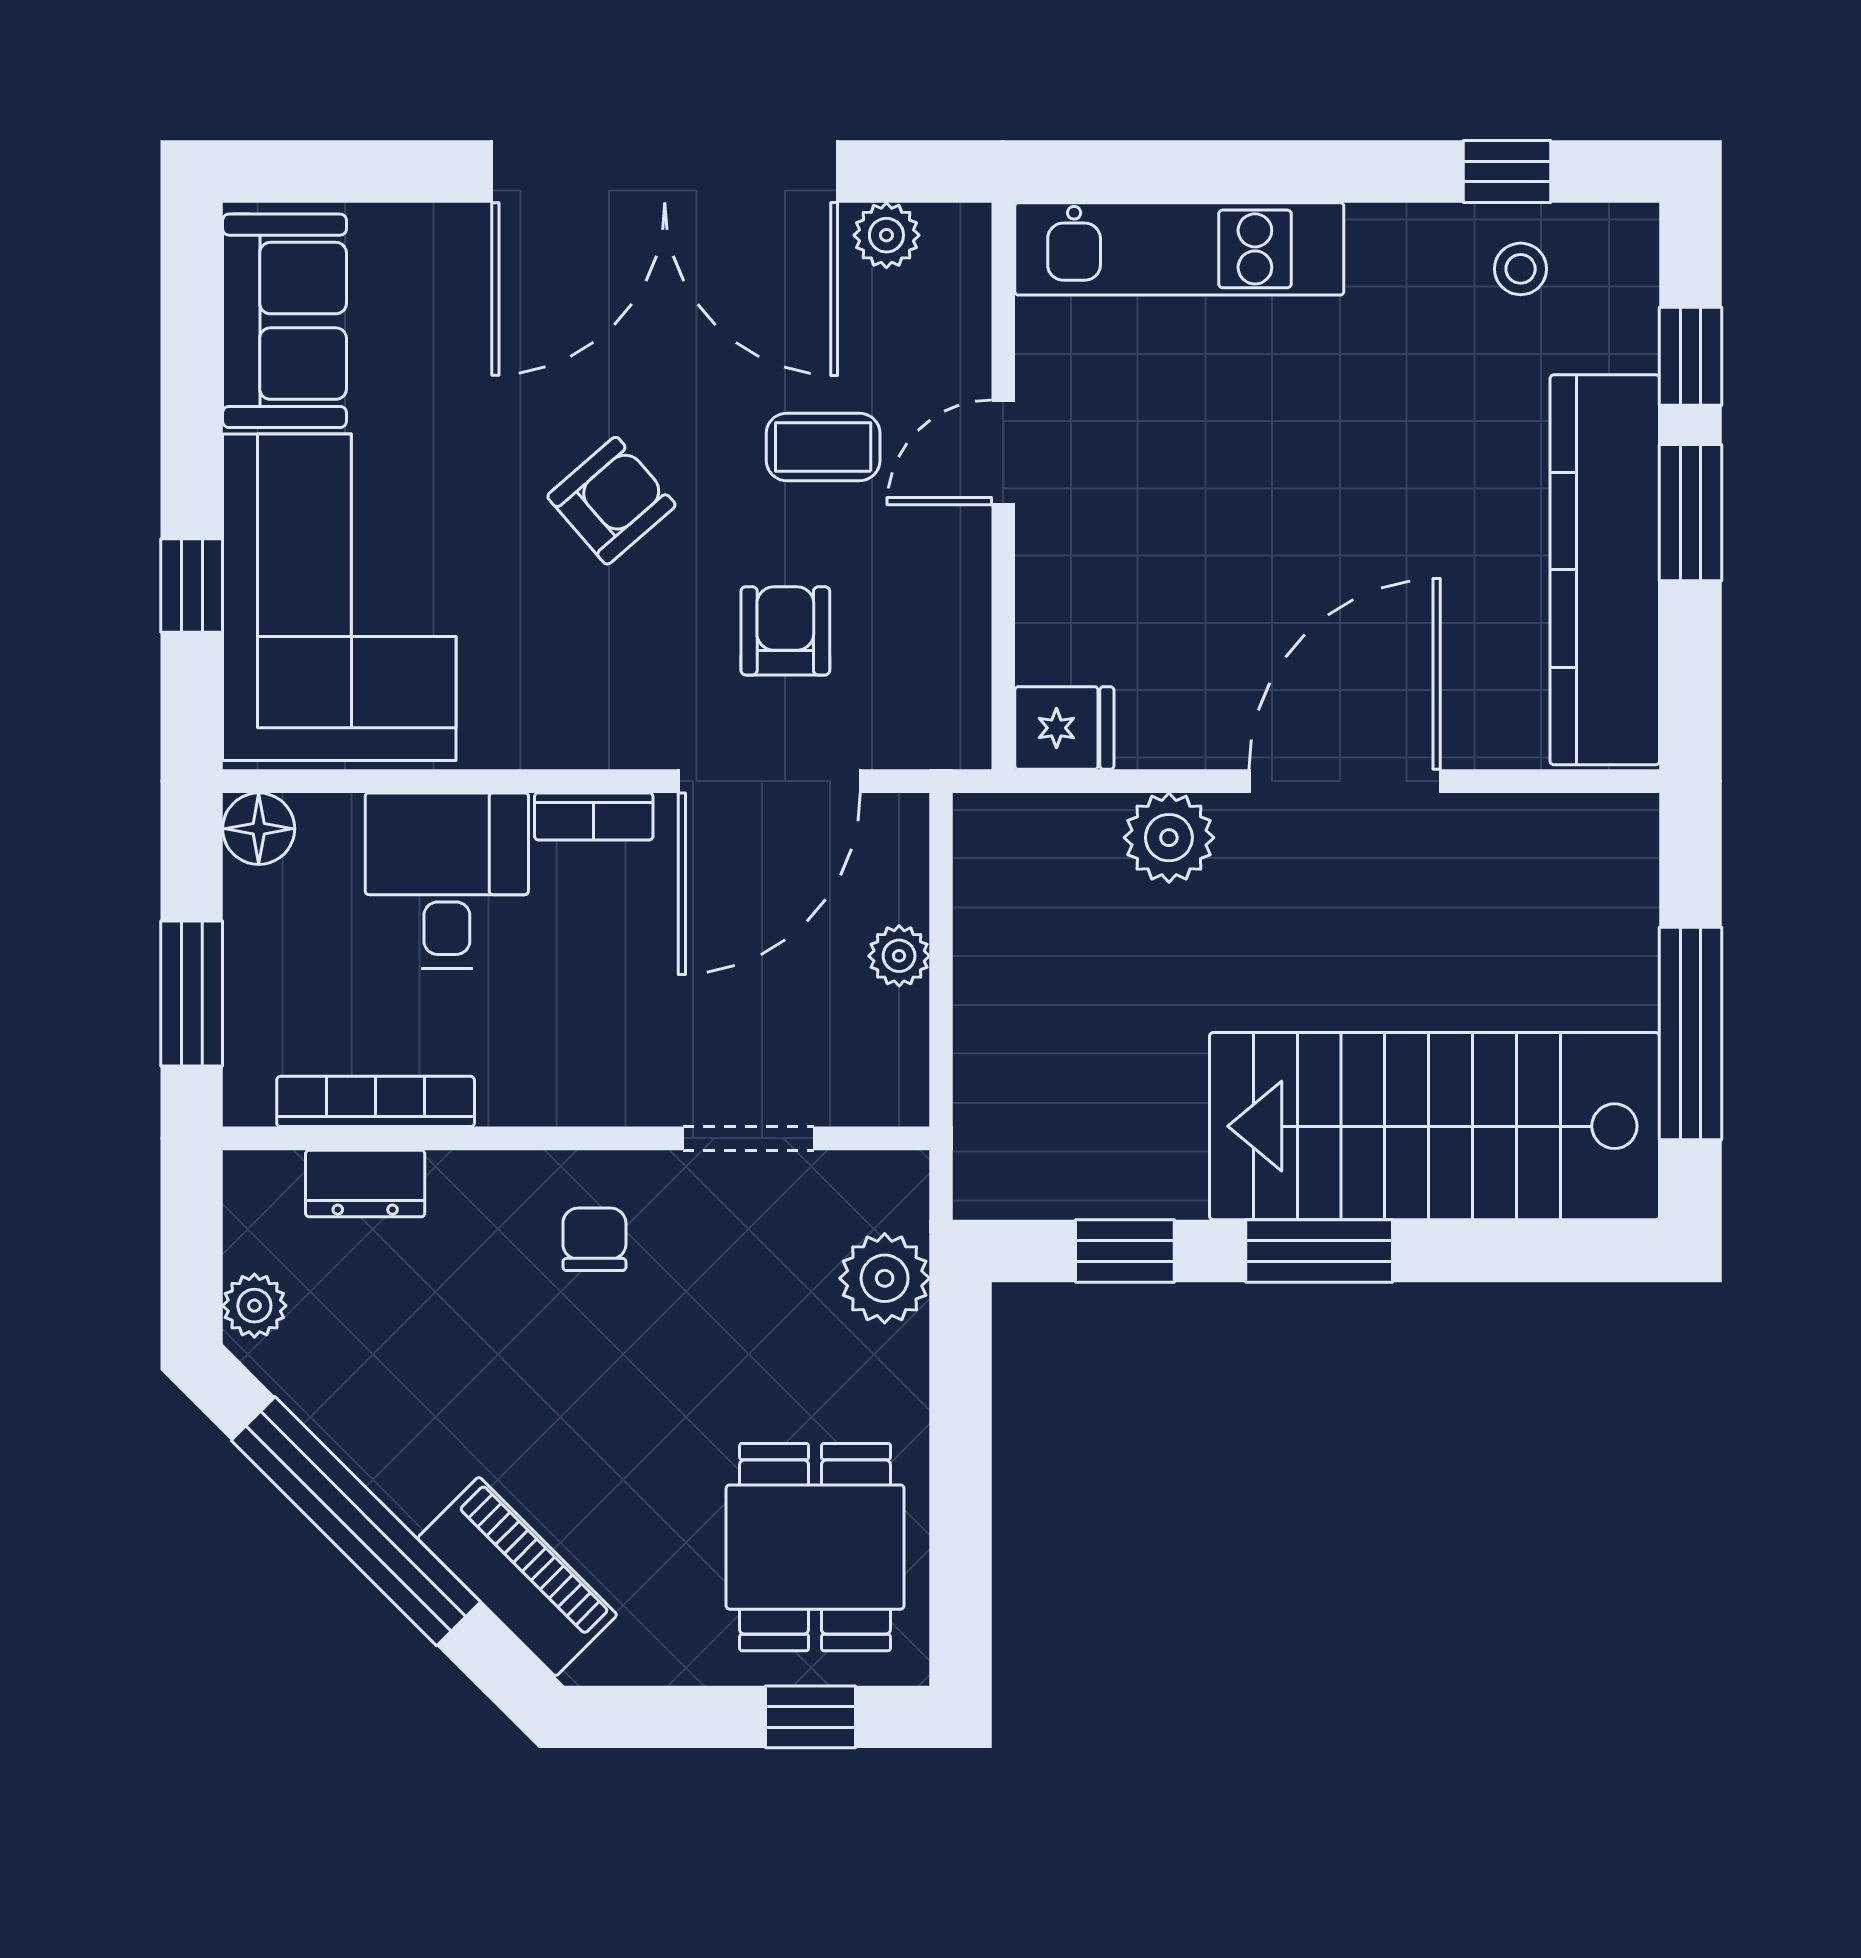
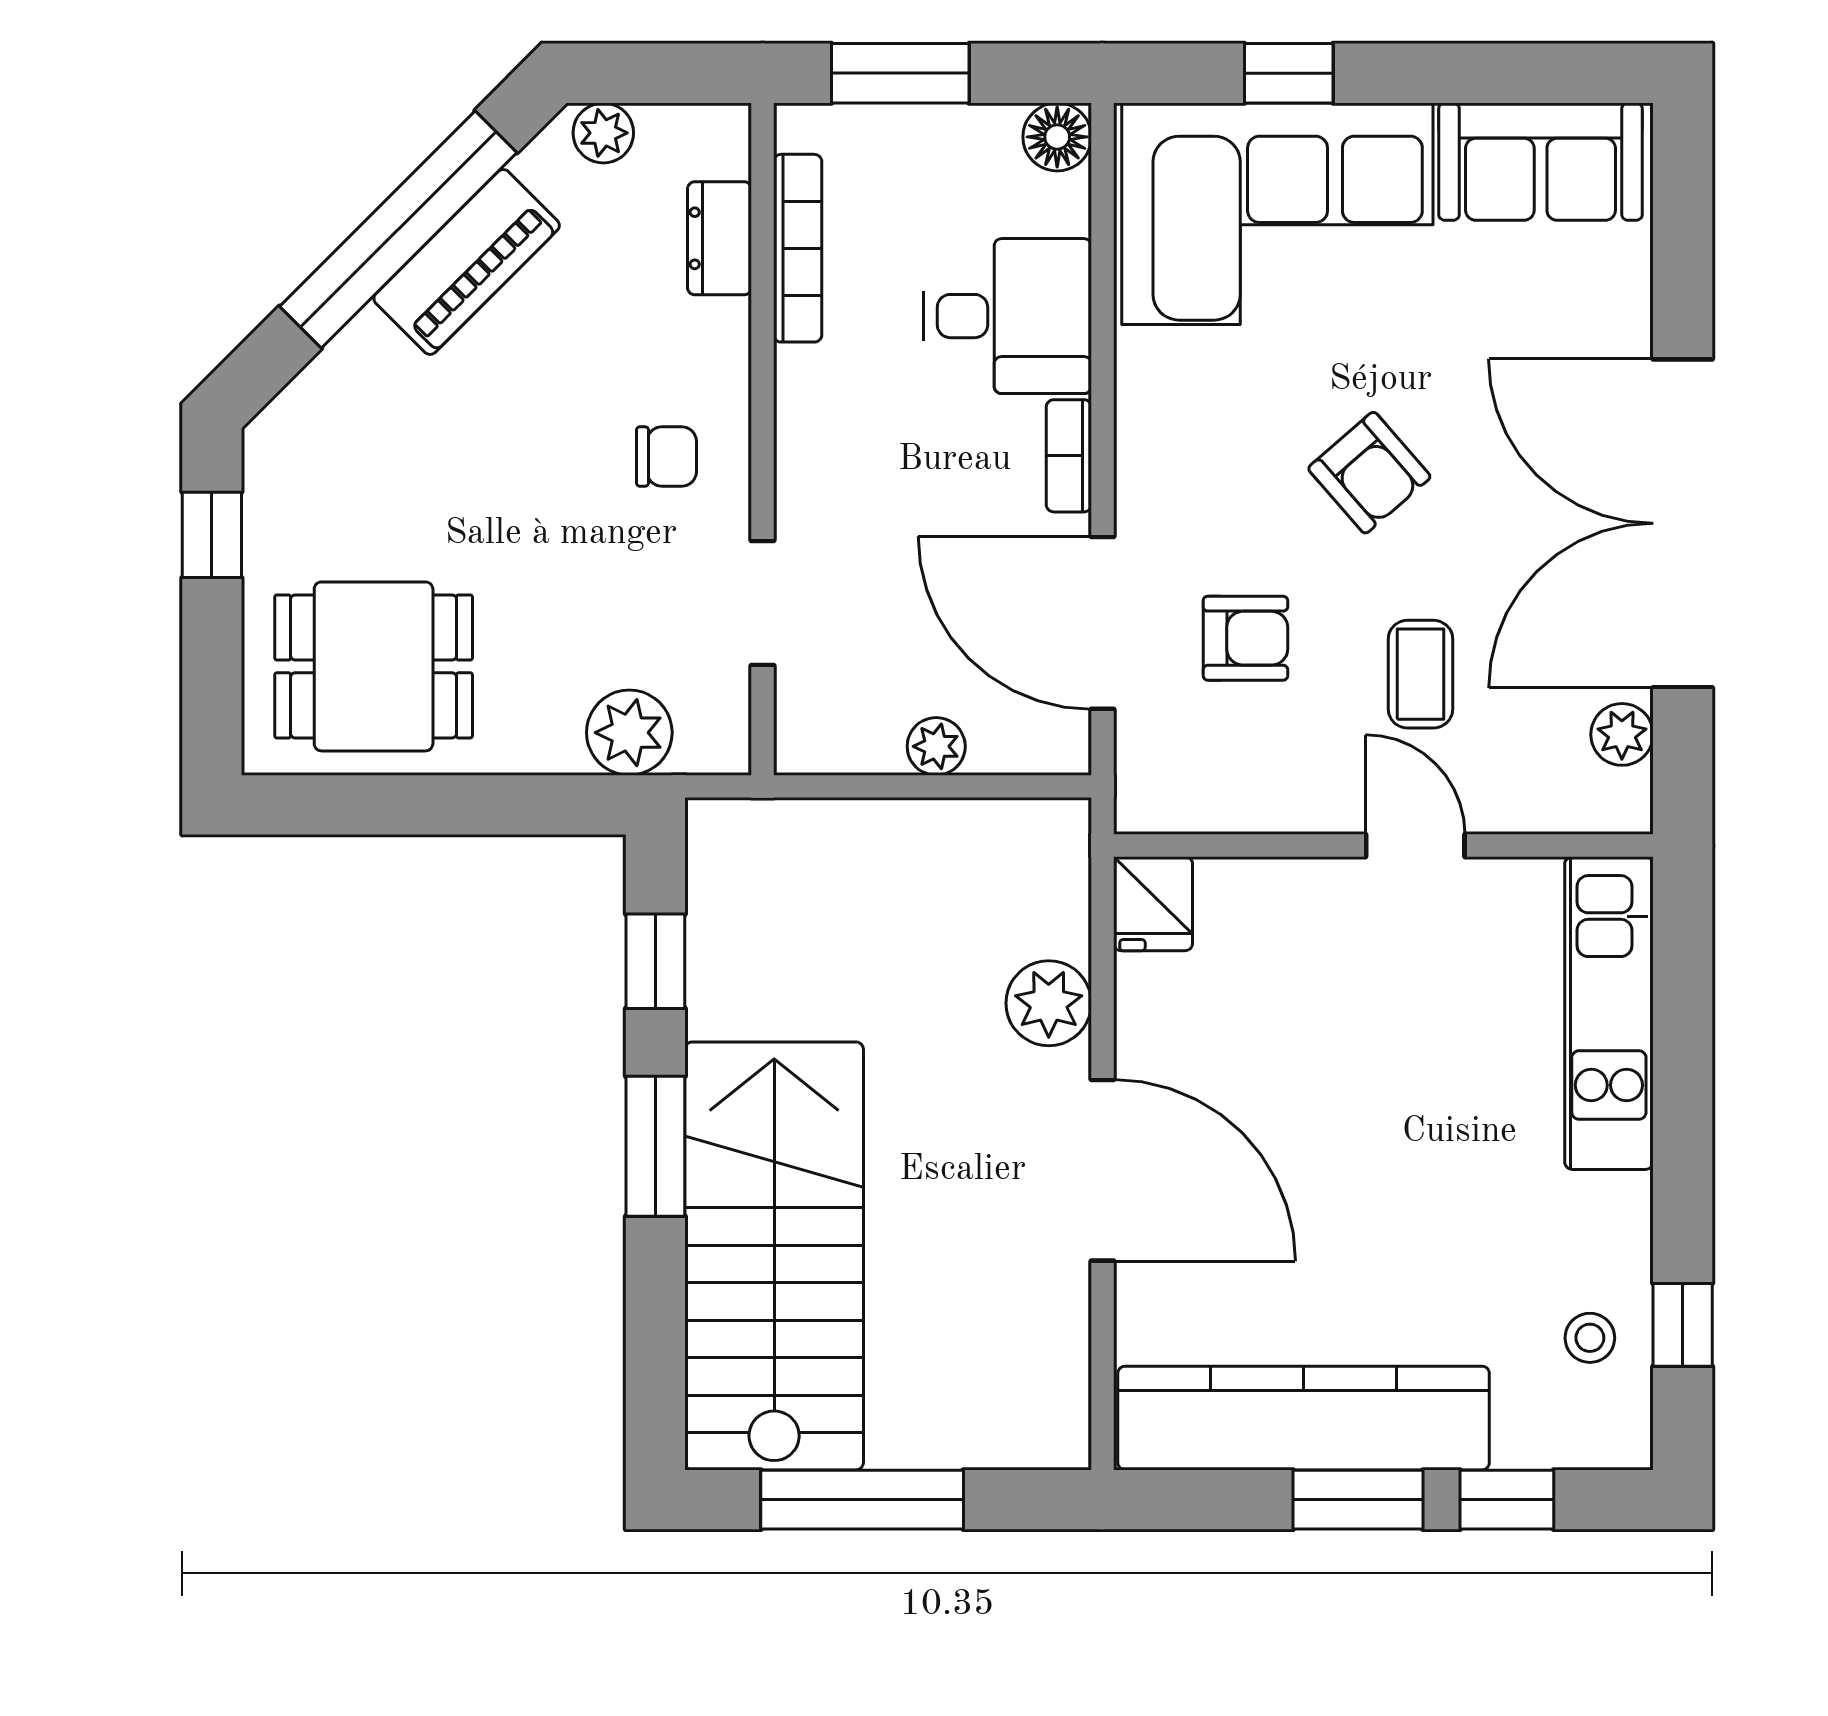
piano: (517, 1576) -> (467, 262), moved
window: (810, 1717) -> (212, 535), moved

